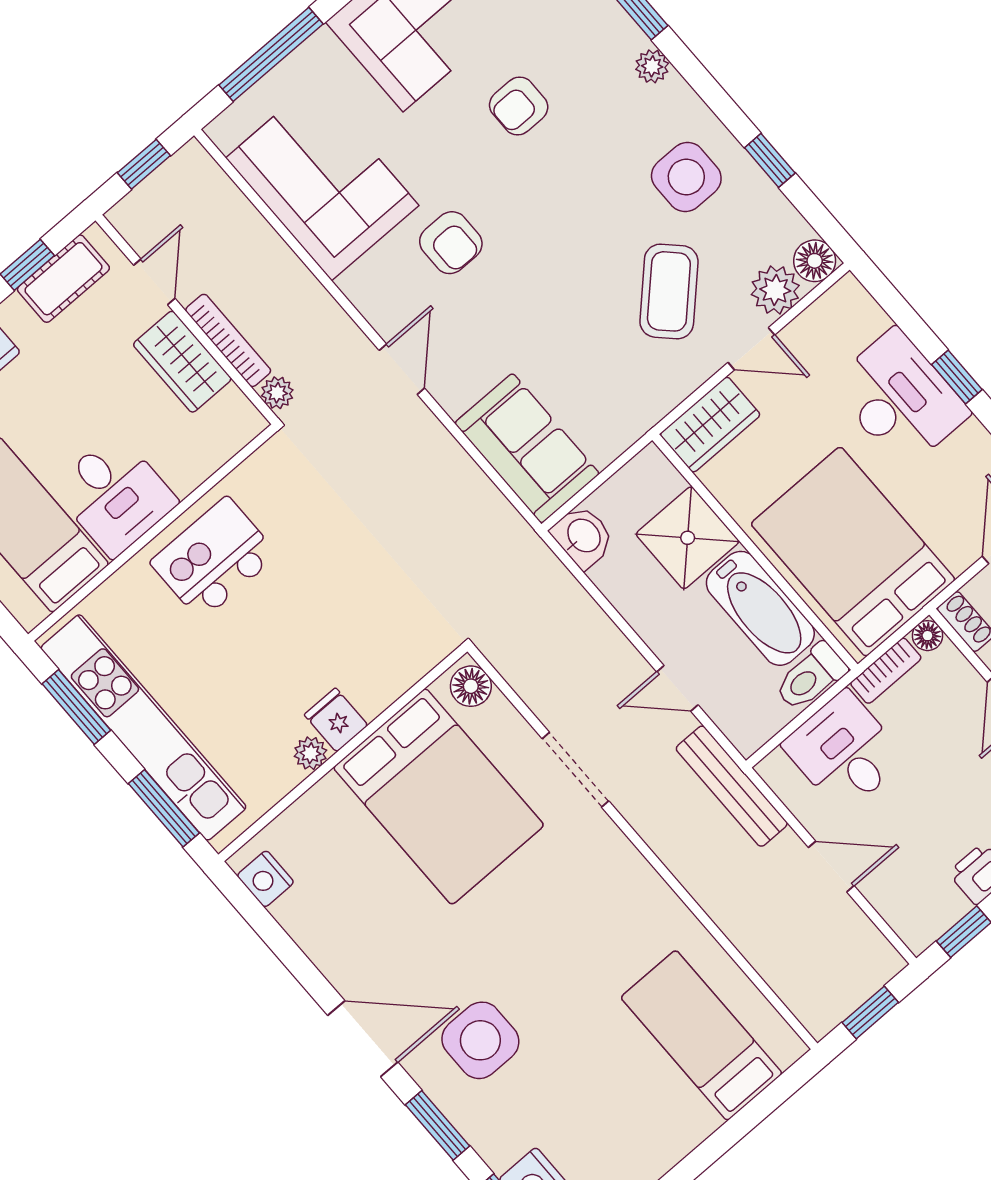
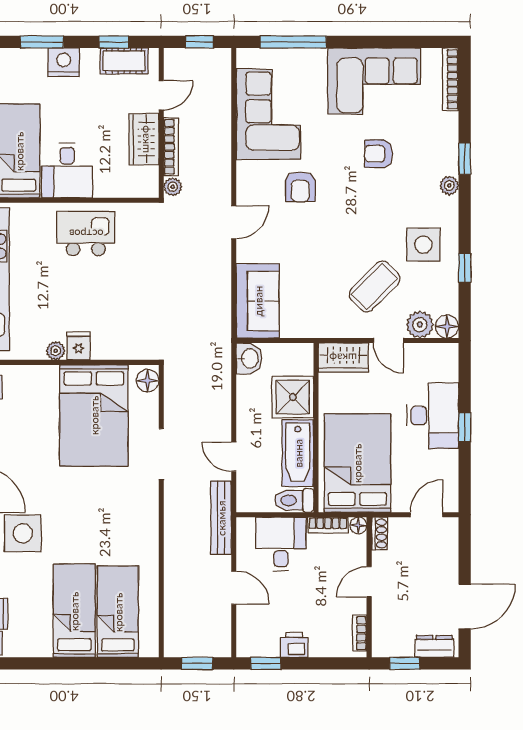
bed: (641, 1085) -> (74, 611), added

